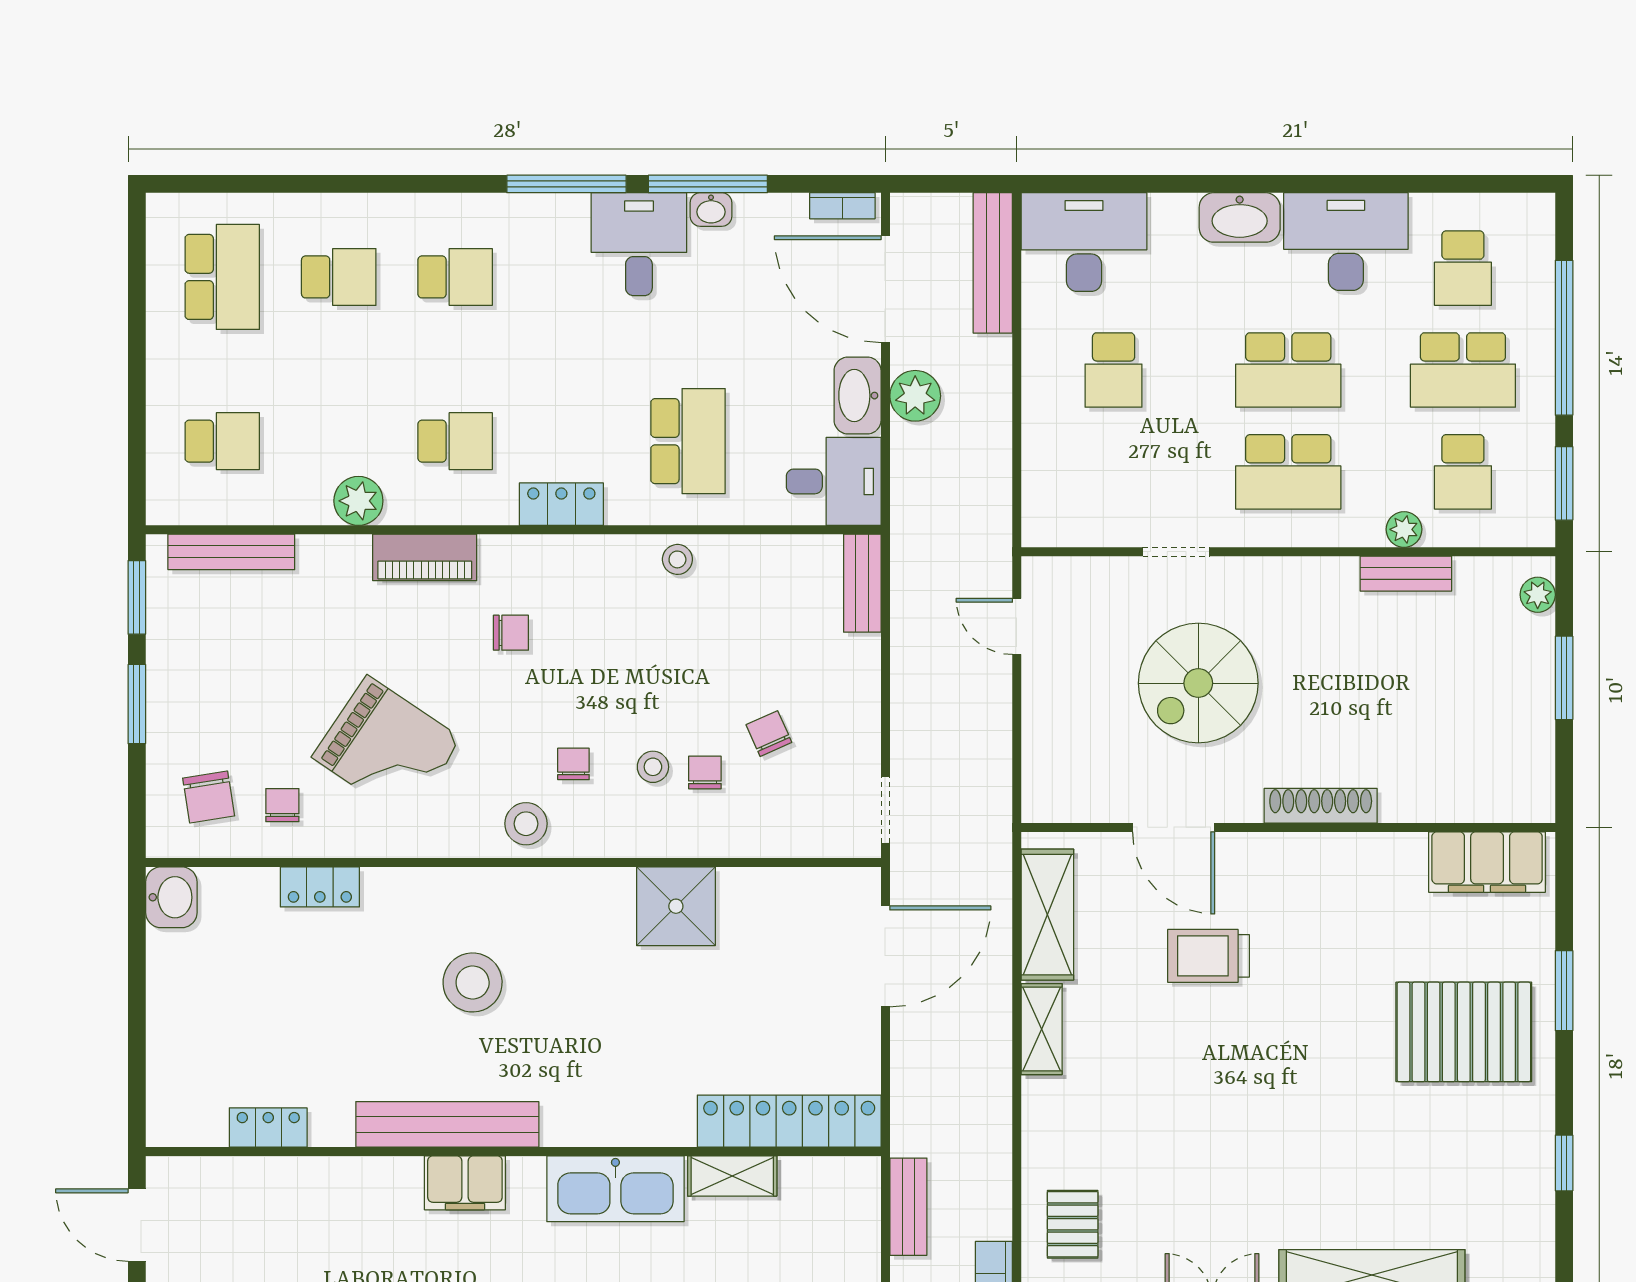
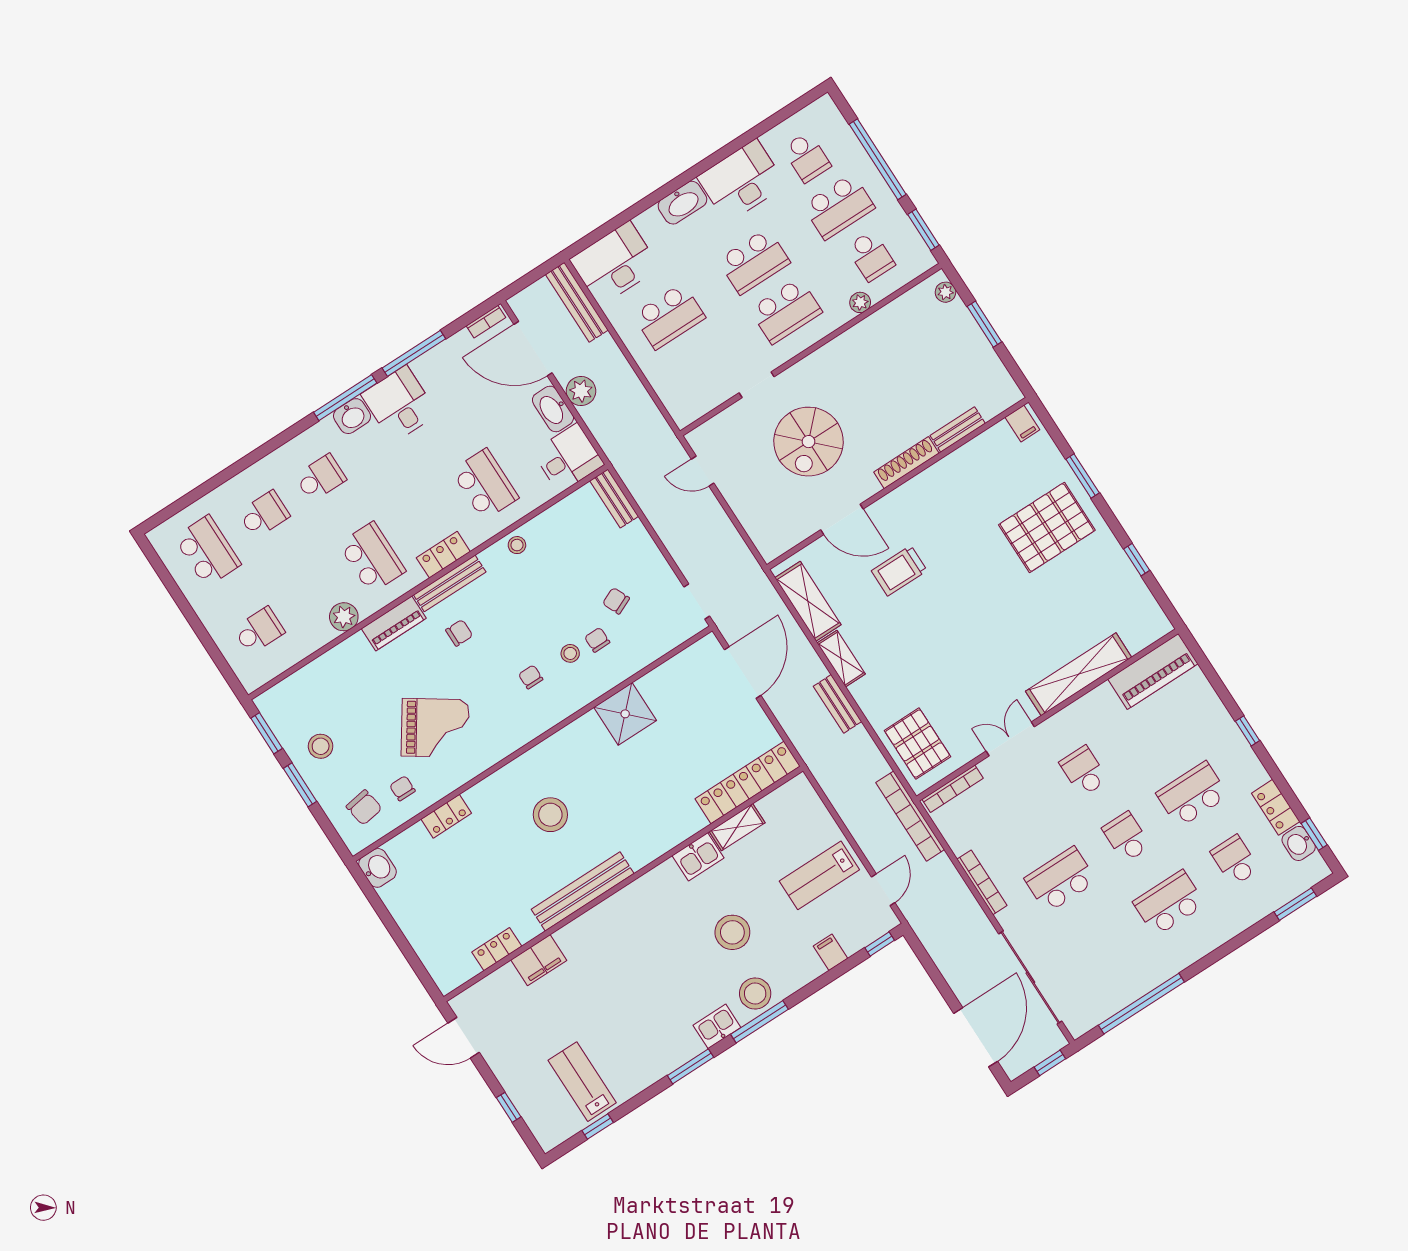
washbasin: (711, 209) -> (352, 416), moved, width x1.38, depth x1.45
school desk: (1114, 370) -> (669, 316), width x1.85
school desk: (455, 441) -> (372, 557), width x1.85
bench: (231, 552) -> (450, 583), moved
bench: (1406, 574) -> (958, 429), moved
stool: (526, 824) -> (321, 746), moved
filing cabinet: (1487, 862) -> (1022, 423), width x0.33, depth x0.86
filing cabinet: (465, 1183) -> (539, 960), moved
kitchen sink: (615, 1189) -> (698, 857), width x0.53, depth x0.81
bench: (908, 1207) -> (837, 704), moved
pallet: (1073, 1224) -> (917, 744), width x1.50, depth x1.42

